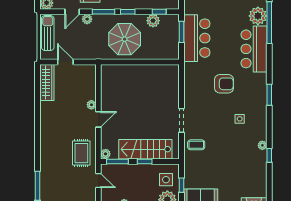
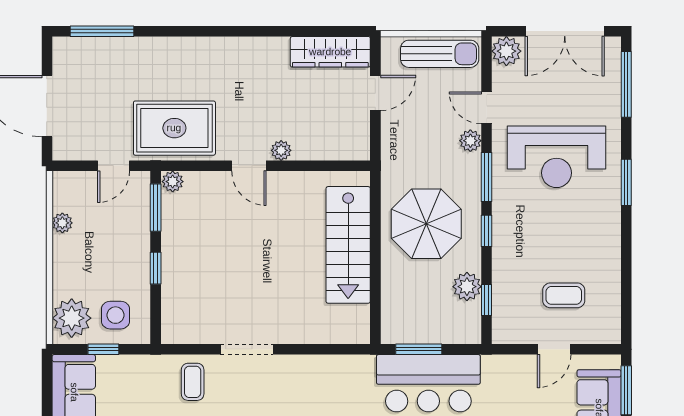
window: (181, 32) -> (419, 349), moved
stairs: (145, 149) -> (348, 245), moved, turned 180
rug: (81, 153) -> (174, 128), width x1.36, depth x1.43

